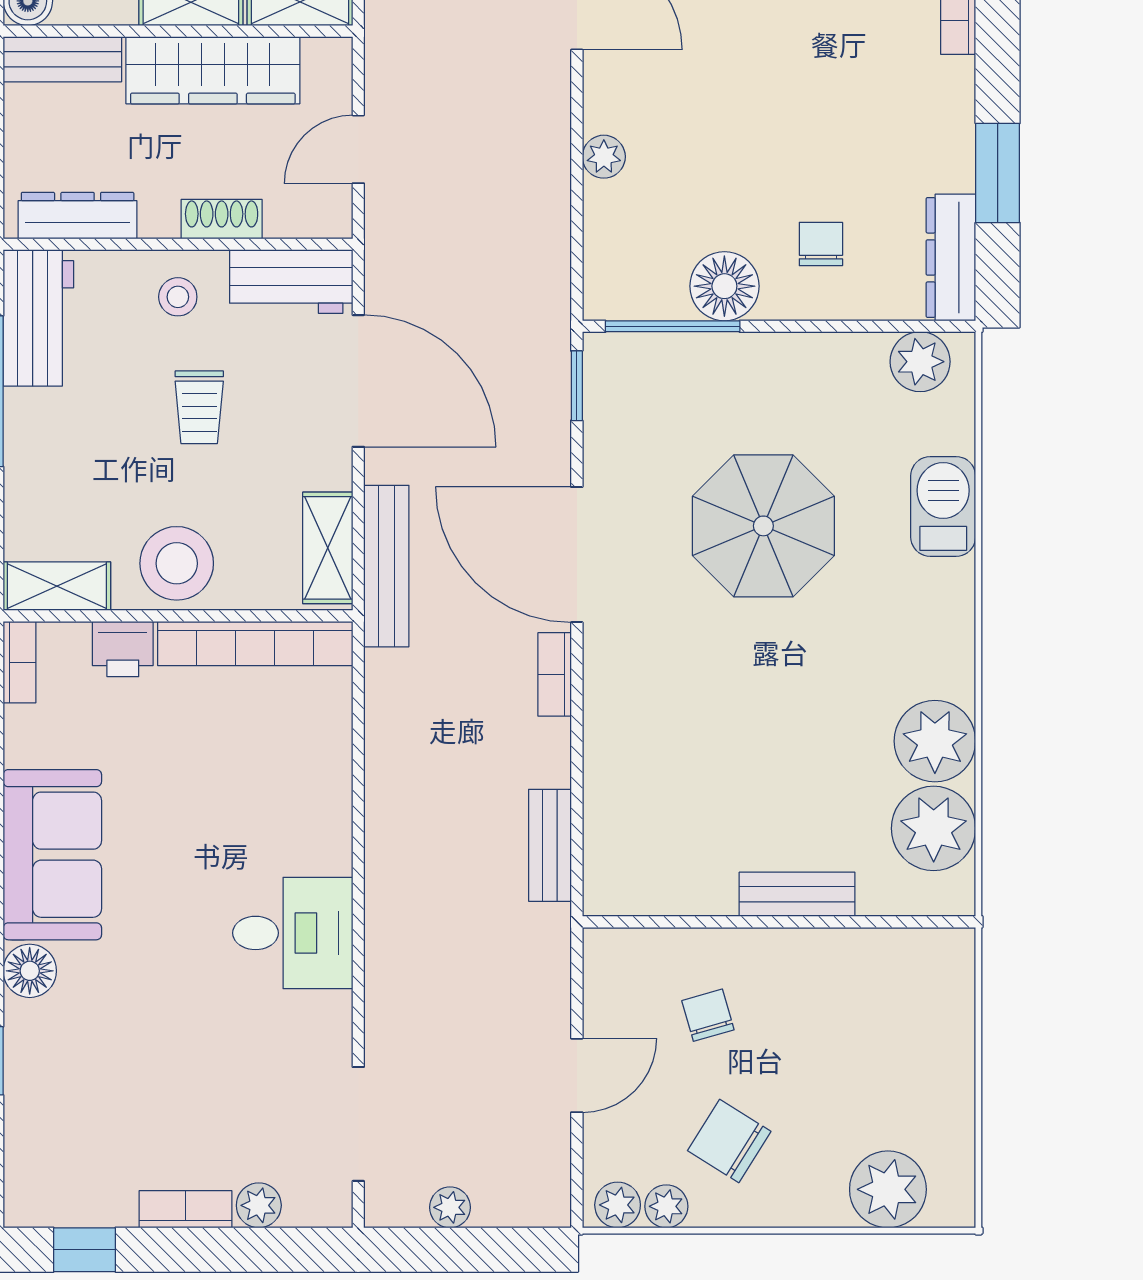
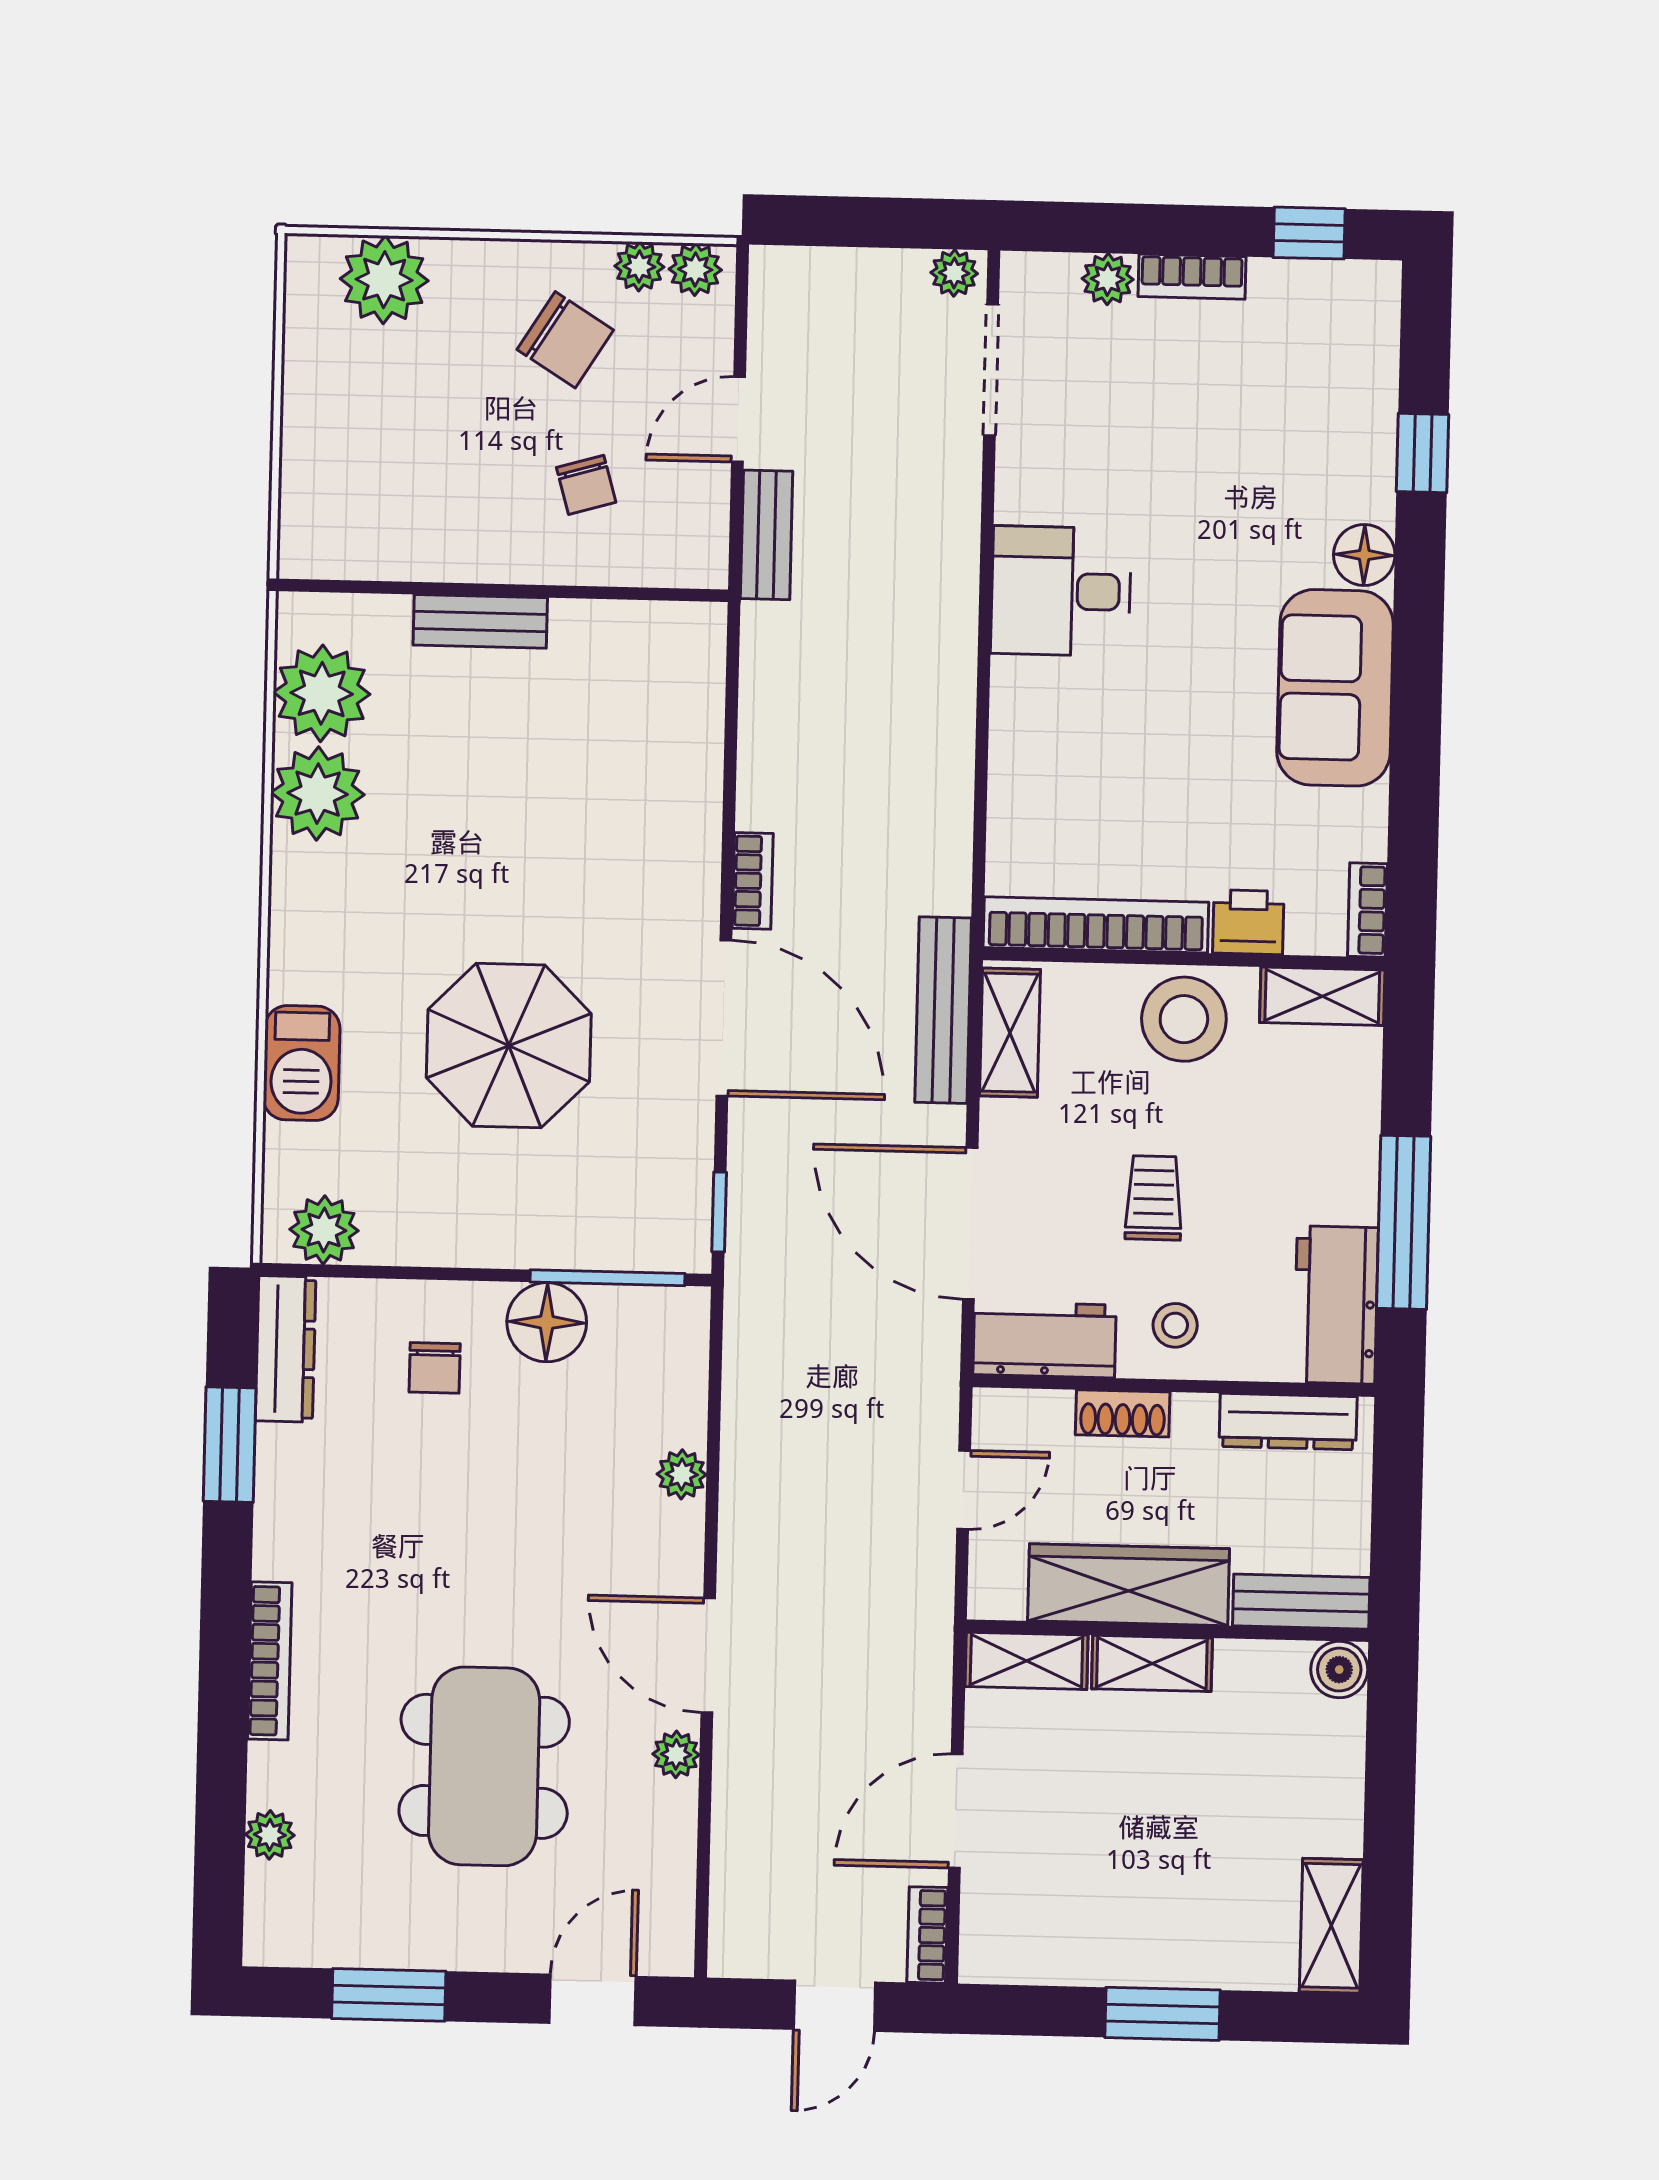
bench: (550, 845) -> (767, 535), moved
plant: (450, 1207) -> (954, 273), moved

